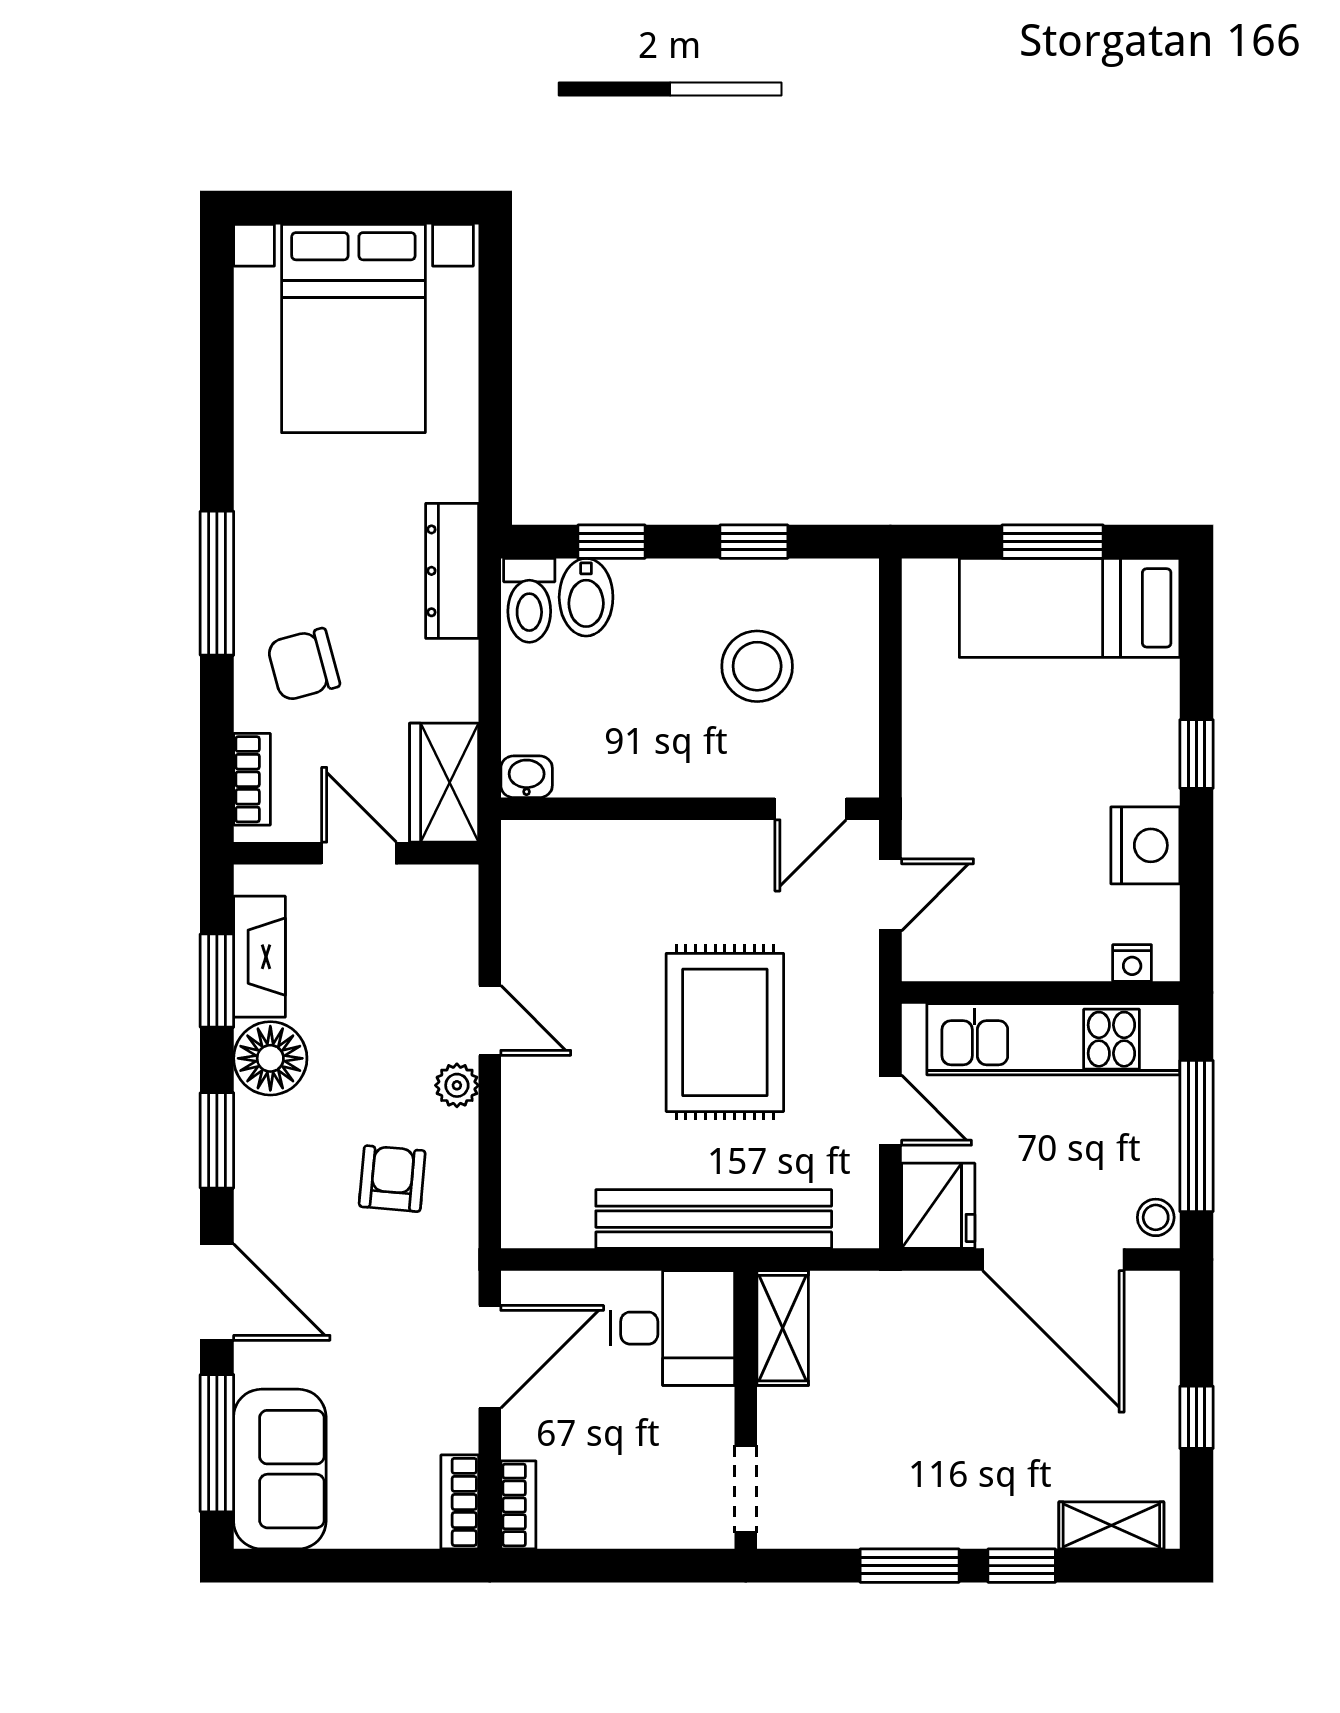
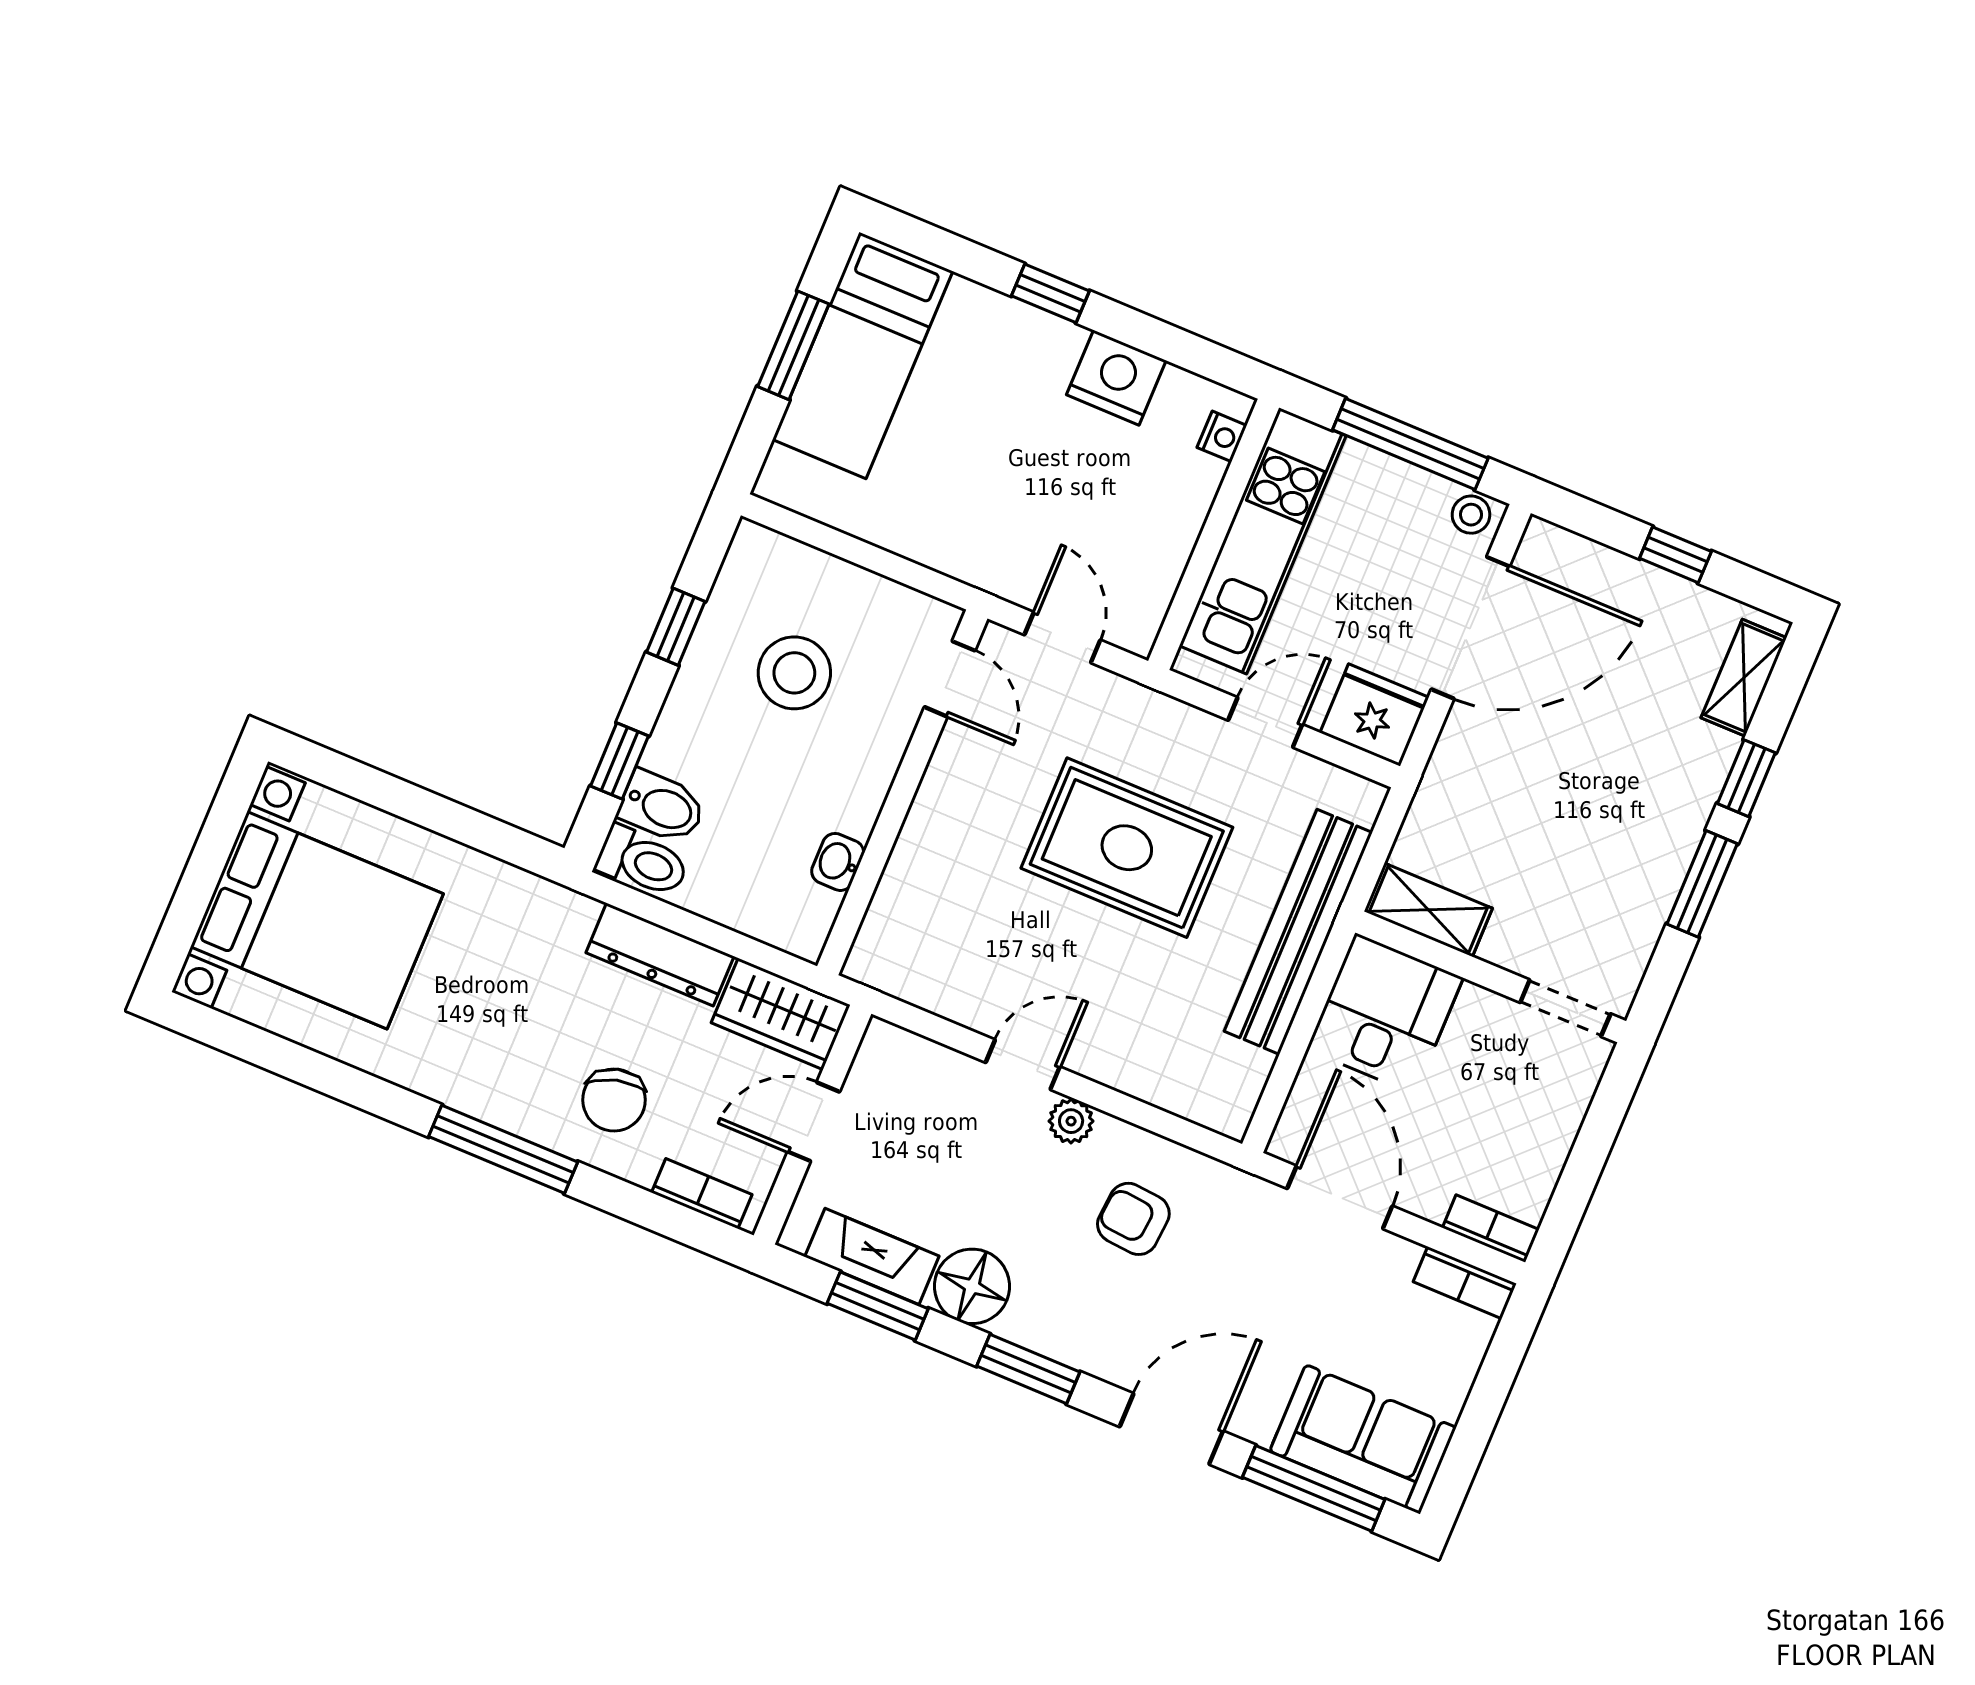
dresser: (452, 571) -> (660, 955), moved
washbasin: (527, 777) -> (838, 862), moved

